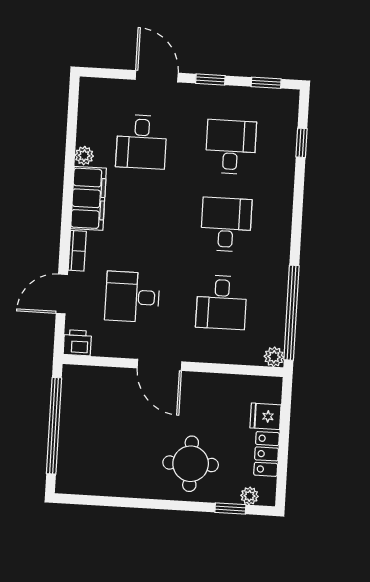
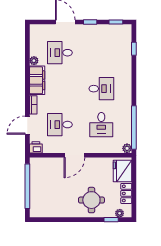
desk: (141, 142) -> (60, 53), turned 90
desk: (231, 147) -> (101, 53), removed
desk: (226, 225) -> (101, 89), turned 90
door: (160, 365) -> (74, 155), hinge flipped
fridge: (266, 416) -> (122, 171), width x1.88, depth x1.34

